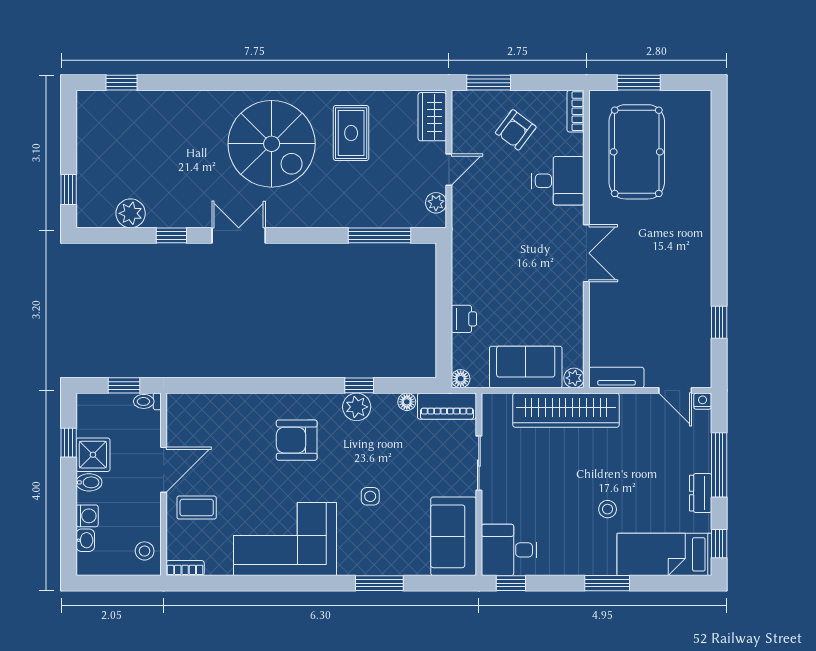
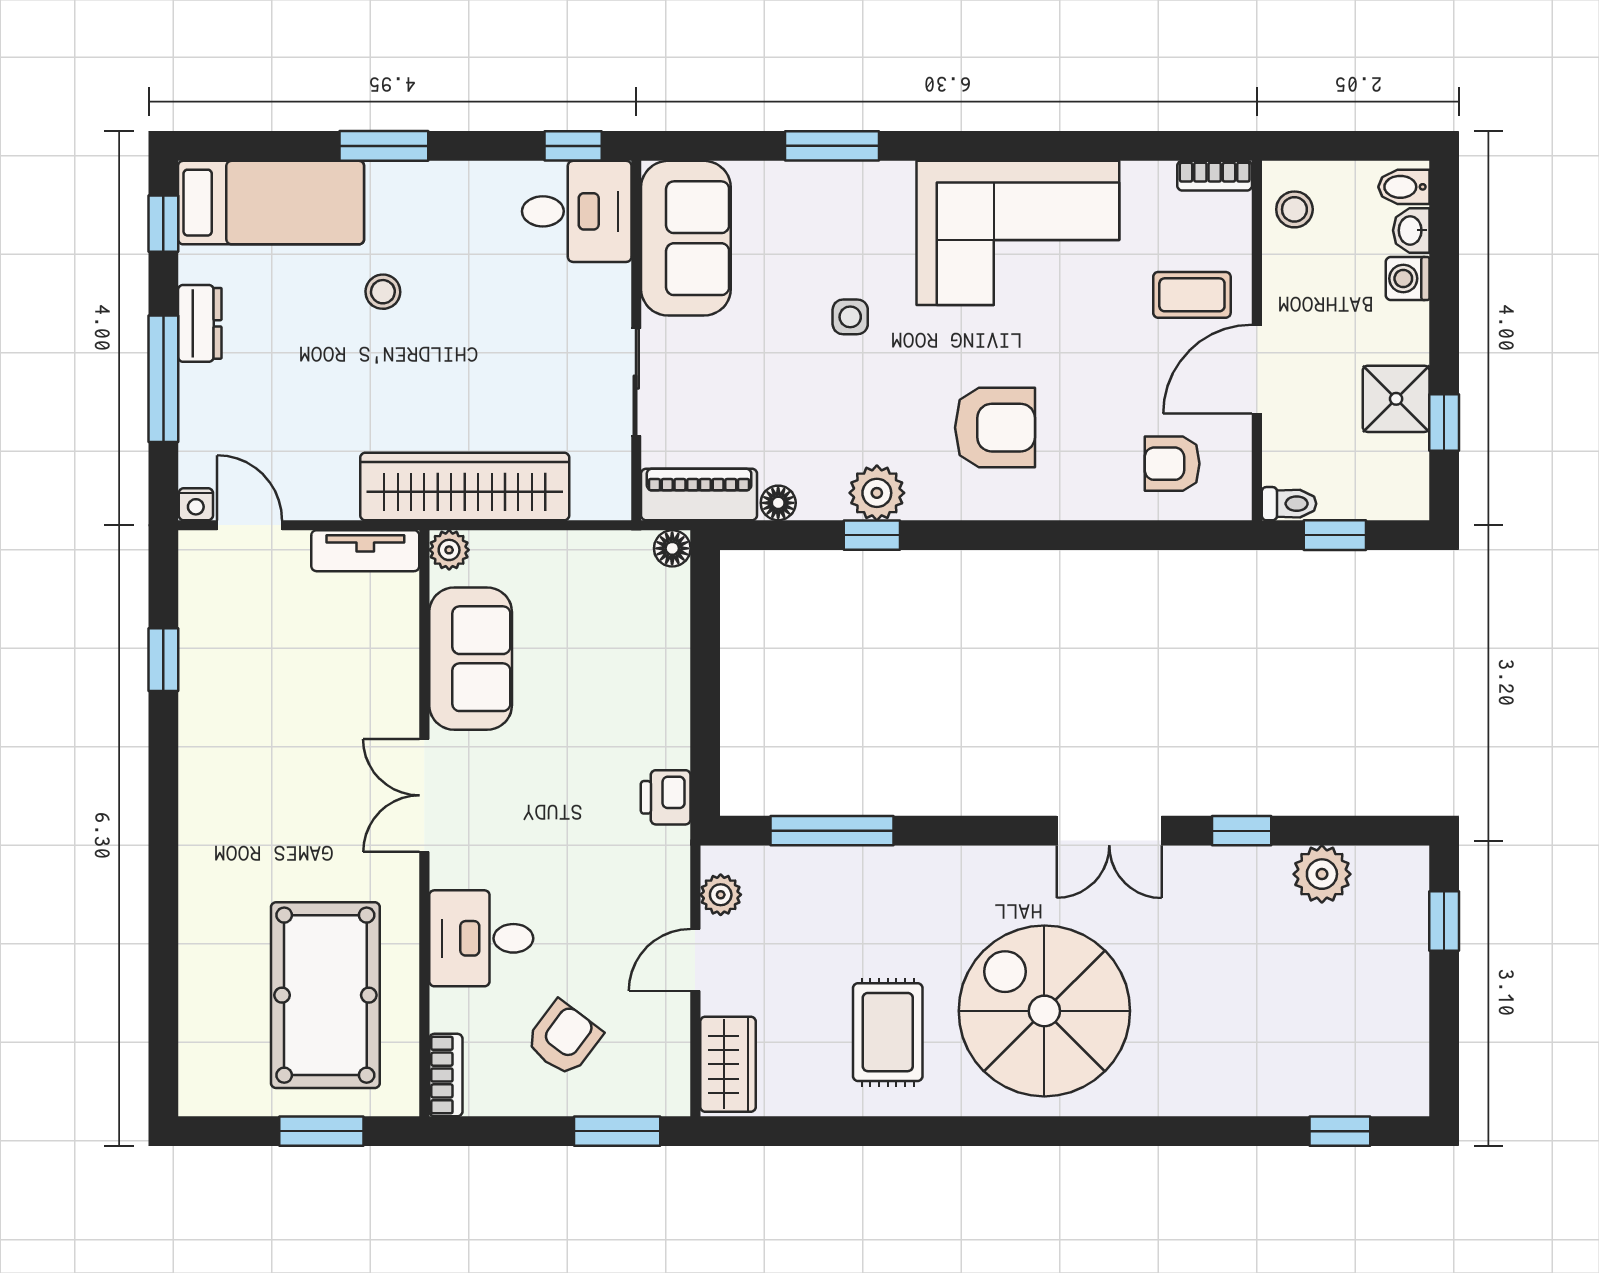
printer: (464, 319) -> (666, 797), moved
sofa: (526, 367) -> (471, 659), moved, turned -90
armchair: (207, 422) -> (1172, 464), added
bidet: (89, 482) -> (1404, 187), moved

